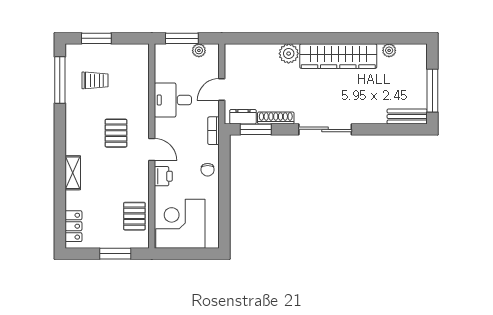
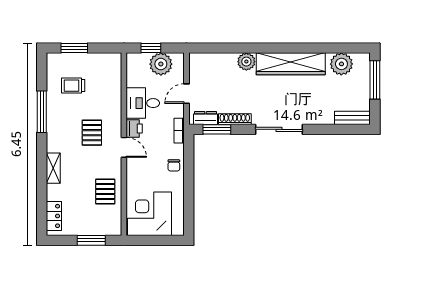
window: (182, 38) -> (151, 48), width x0.67
plant: (199, 50) -> (161, 64), width x1.88, depth x1.88
plant: (389, 50) -> (341, 64), width x1.87, depth x1.87
window: (60, 80) -> (42, 112), moved
trolley: (95, 80) -> (73, 86), turned 180
window: (432, 91) -> (375, 80), moved
printer: (163, 176) -> (134, 129), moved
pallet: (134, 216) -> (105, 192), moved

